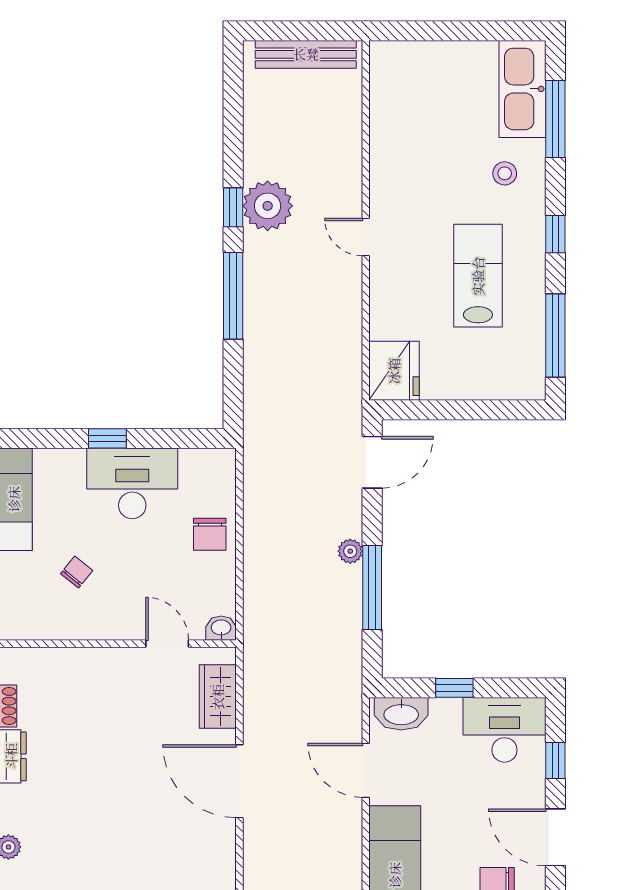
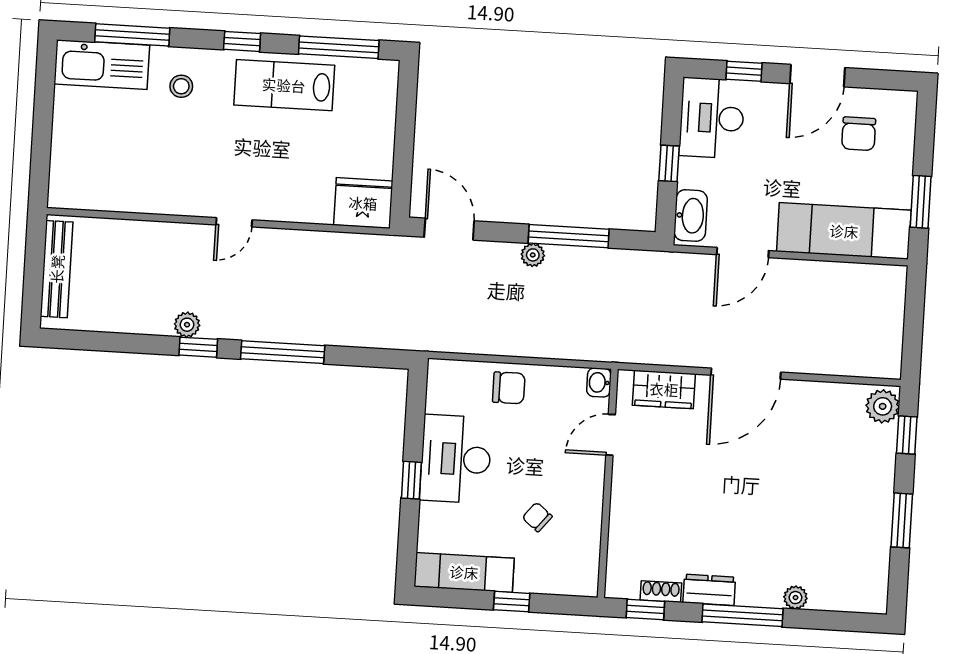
plant: (268, 206) -> (187, 325), width x0.53, depth x0.53
lab bench: (478, 276) -> (284, 85), moved

